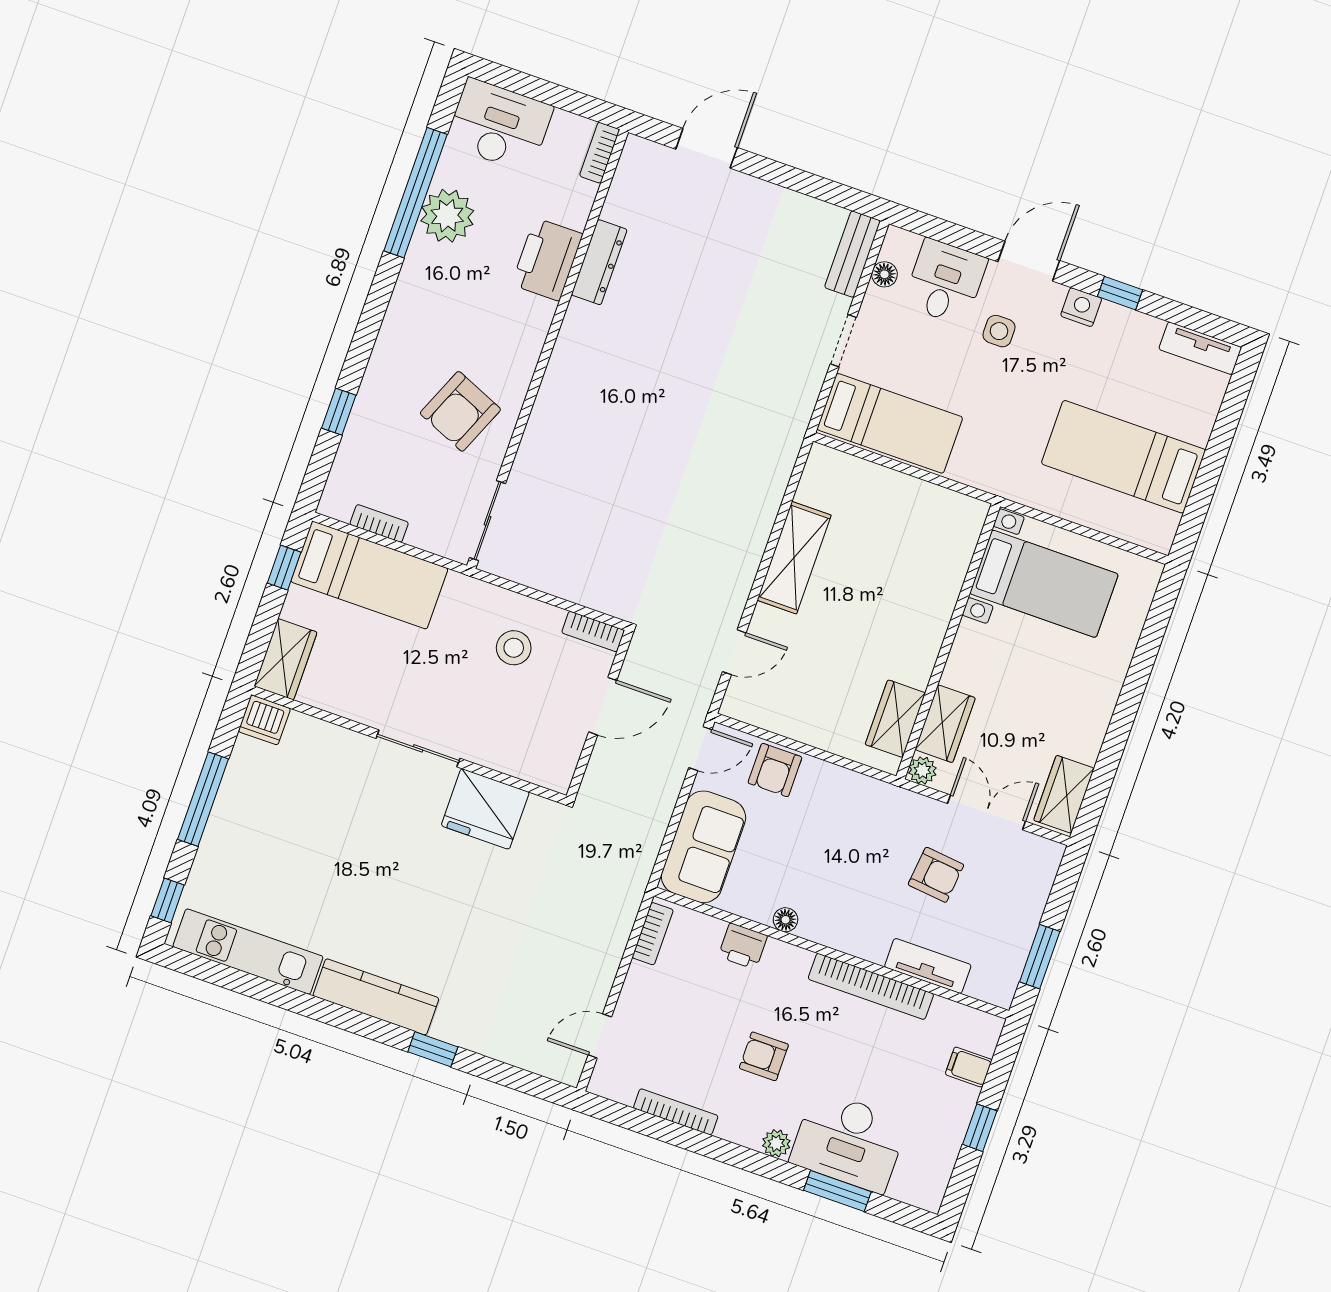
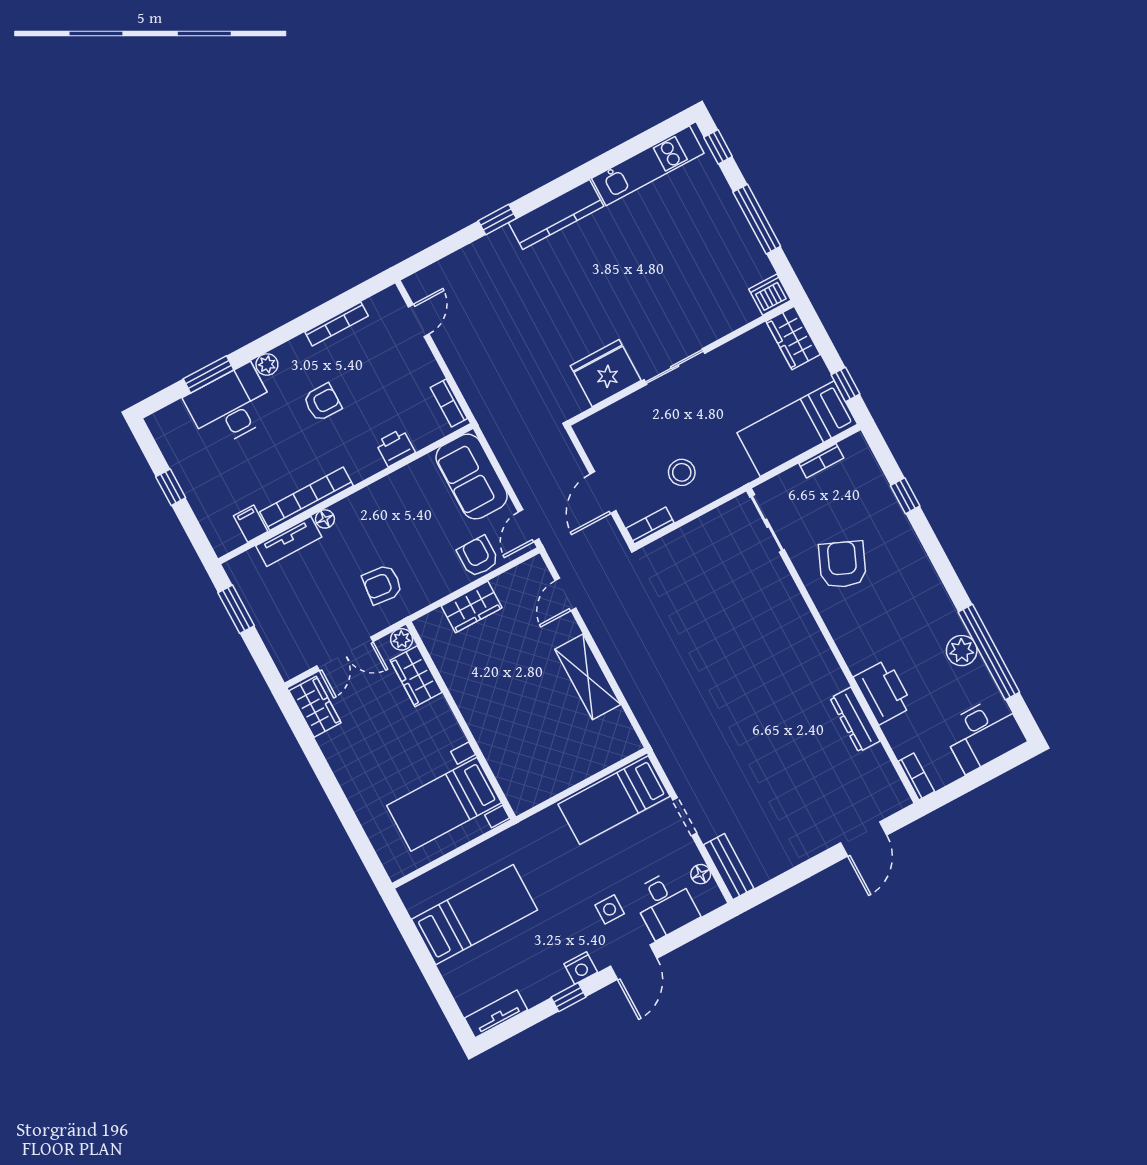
plant: (447, 216) -> (962, 651), width x0.73, depth x0.73
wardrobe: (895, 719) -> (472, 607), moved, turned 90
armchair: (936, 875) -> (382, 584), moved
floor lamp: (786, 920) -> (325, 519), moved
filing cabinet: (969, 1067) -> (251, 524), moved, turned -90

